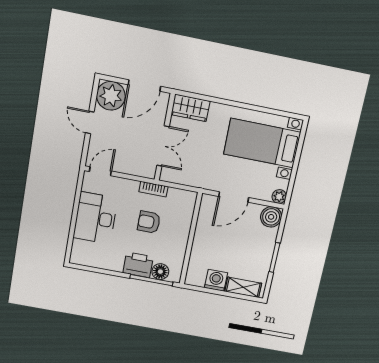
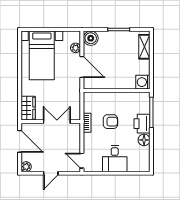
plant: (111, 96) -> (26, 167), width x0.53, depth x0.53
plant: (279, 197) -> (76, 48), moved
desk: (95, 218) -> (115, 159), width x0.73
armchair: (149, 222) -> (110, 122), turned -90
floor lamp: (160, 272) -> (144, 140), moved
washing machine: (216, 280) -> (143, 82), moved

